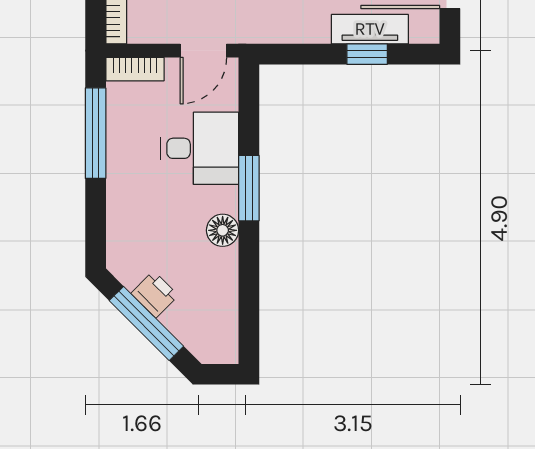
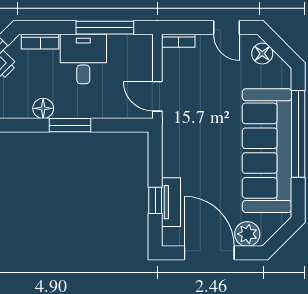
bookcase: (135, 69) -> (40, 42), moved, turned -90
desk: (200, 148) -> (83, 59), moved, turned 180

